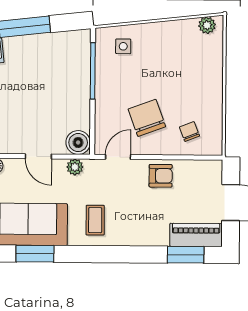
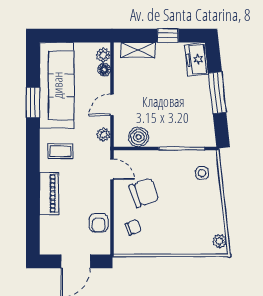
boiler: (78, 143) -> (139, 137), moved
armchair: (161, 176) -> (99, 223), moved
piano: (196, 235) -> (49, 193), moved
window: (186, 255) -> (33, 225), removed

